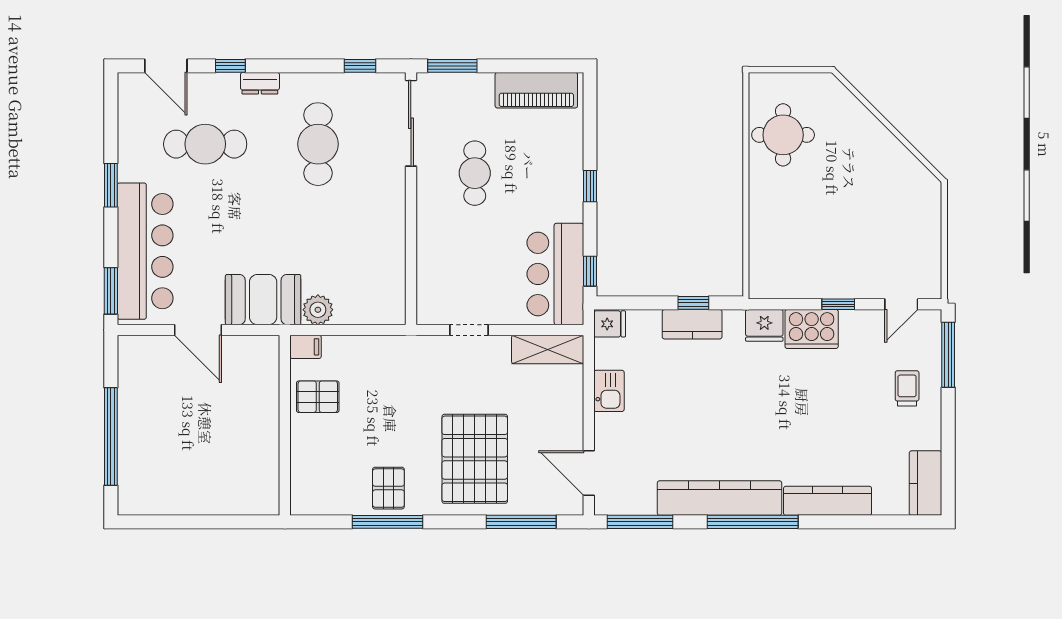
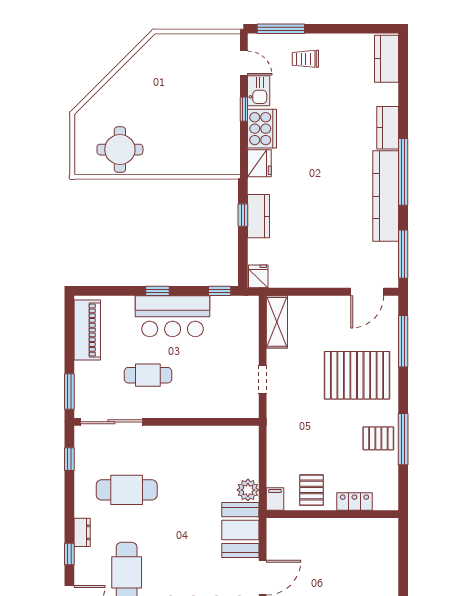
bar counter: (555, 274) -> (173, 316), moved
kitchen sink: (609, 391) -> (259, 91), moved, turned 90
locker: (302, 455) -> (354, 502), added
kitchen counter: (926, 483) -> (387, 59), moved, turned 90
kitchen counter: (828, 501) -> (388, 128), width x0.67

